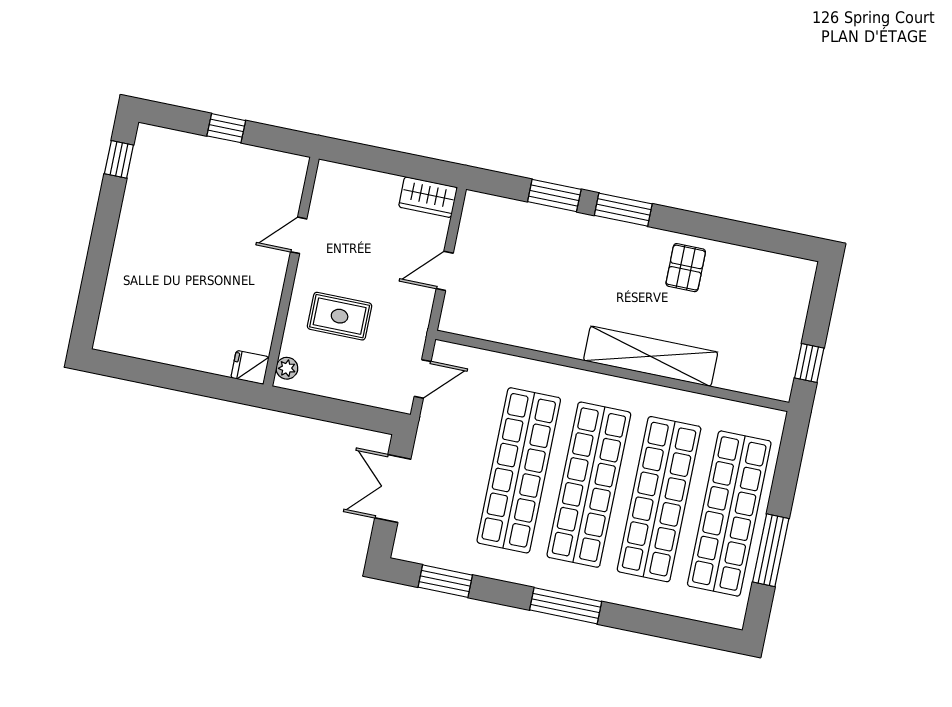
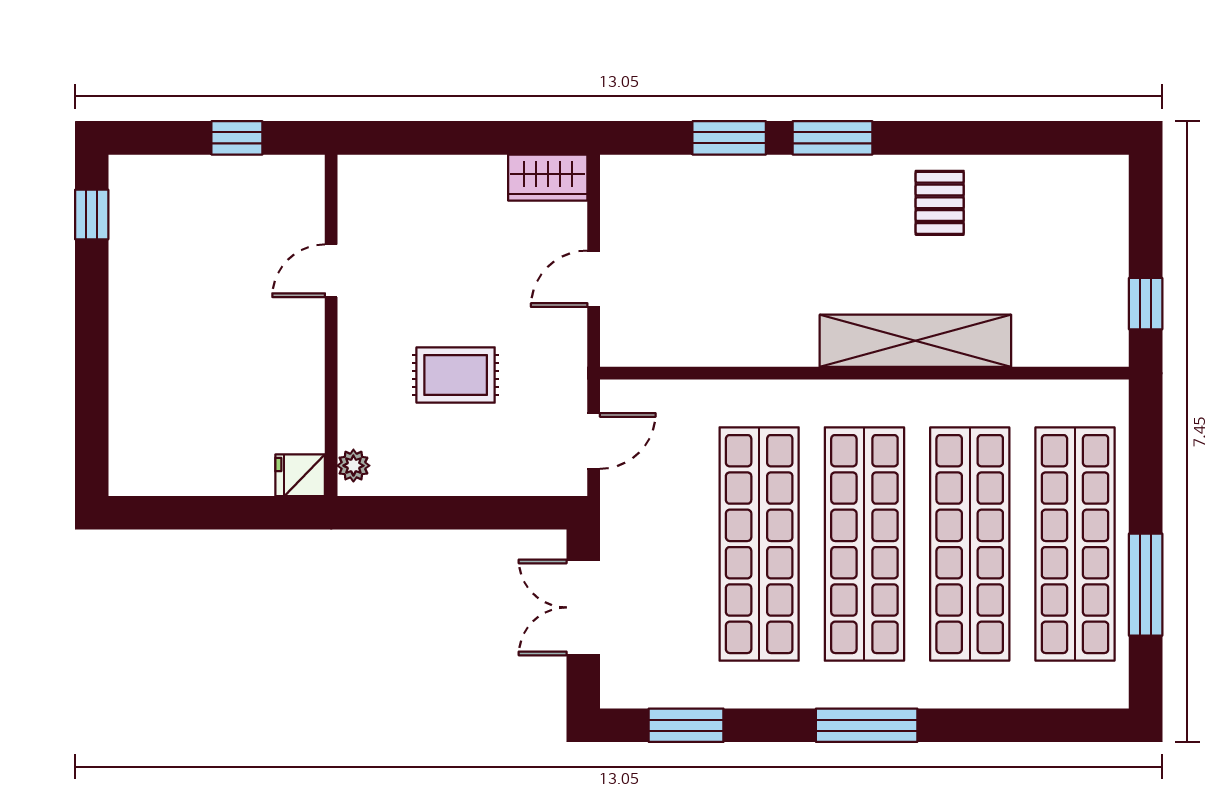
door: (299, 235) -> (331, 271), moved
wall: (291, 272) -> (331, 325), moved
fridge: (250, 367) -> (300, 475), moved
plant: (287, 368) -> (353, 466), moved

